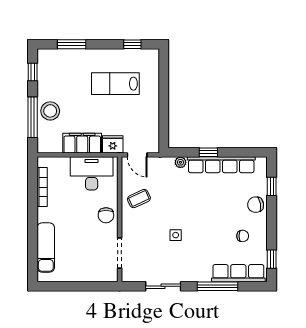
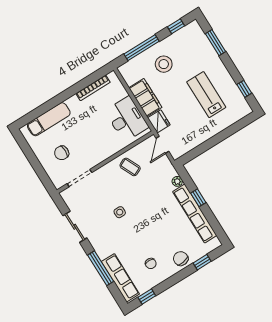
stool: (50, 111) -> (164, 64), moved
chair: (106, 215) -> (62, 153), moved

